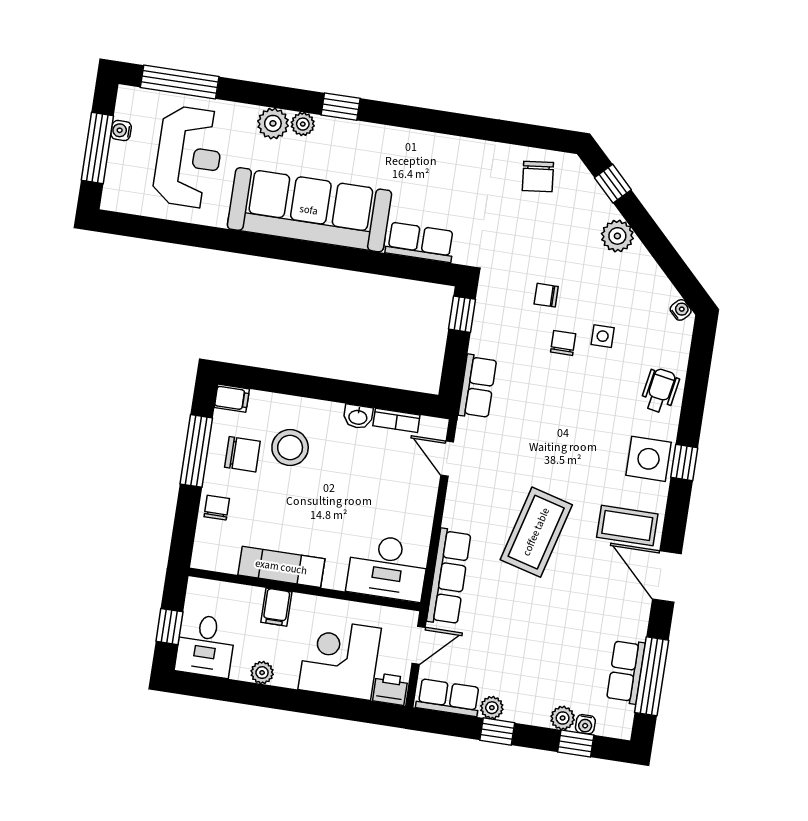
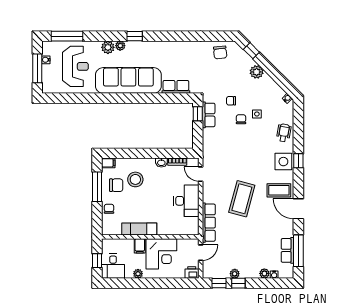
row of seats: (477, 387) -> (209, 115), moved
desk: (388, 568) -> (186, 201), moved, turned -90
corner desk: (340, 659) -> (161, 254), moved, turned 180
row of seats: (448, 698) -> (216, 272), removed
window: (576, 743) -> (219, 283), moved

